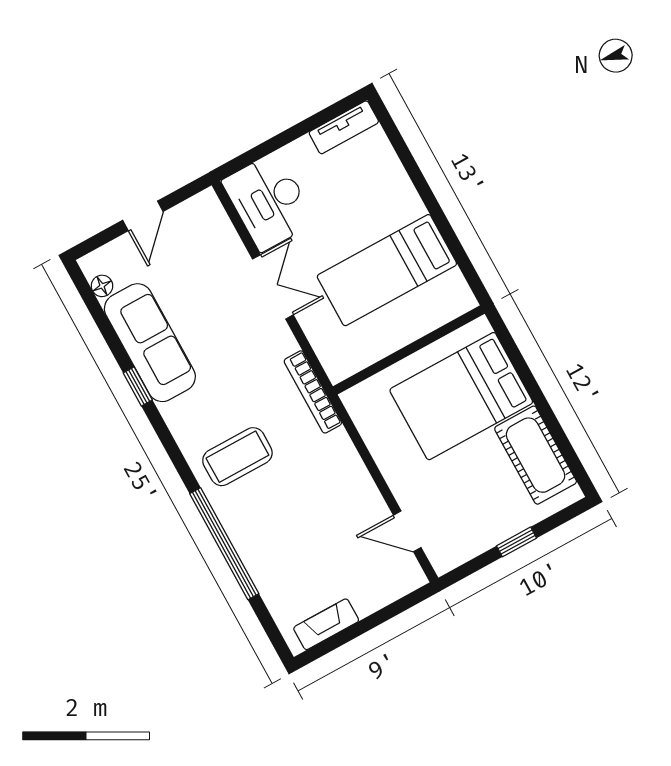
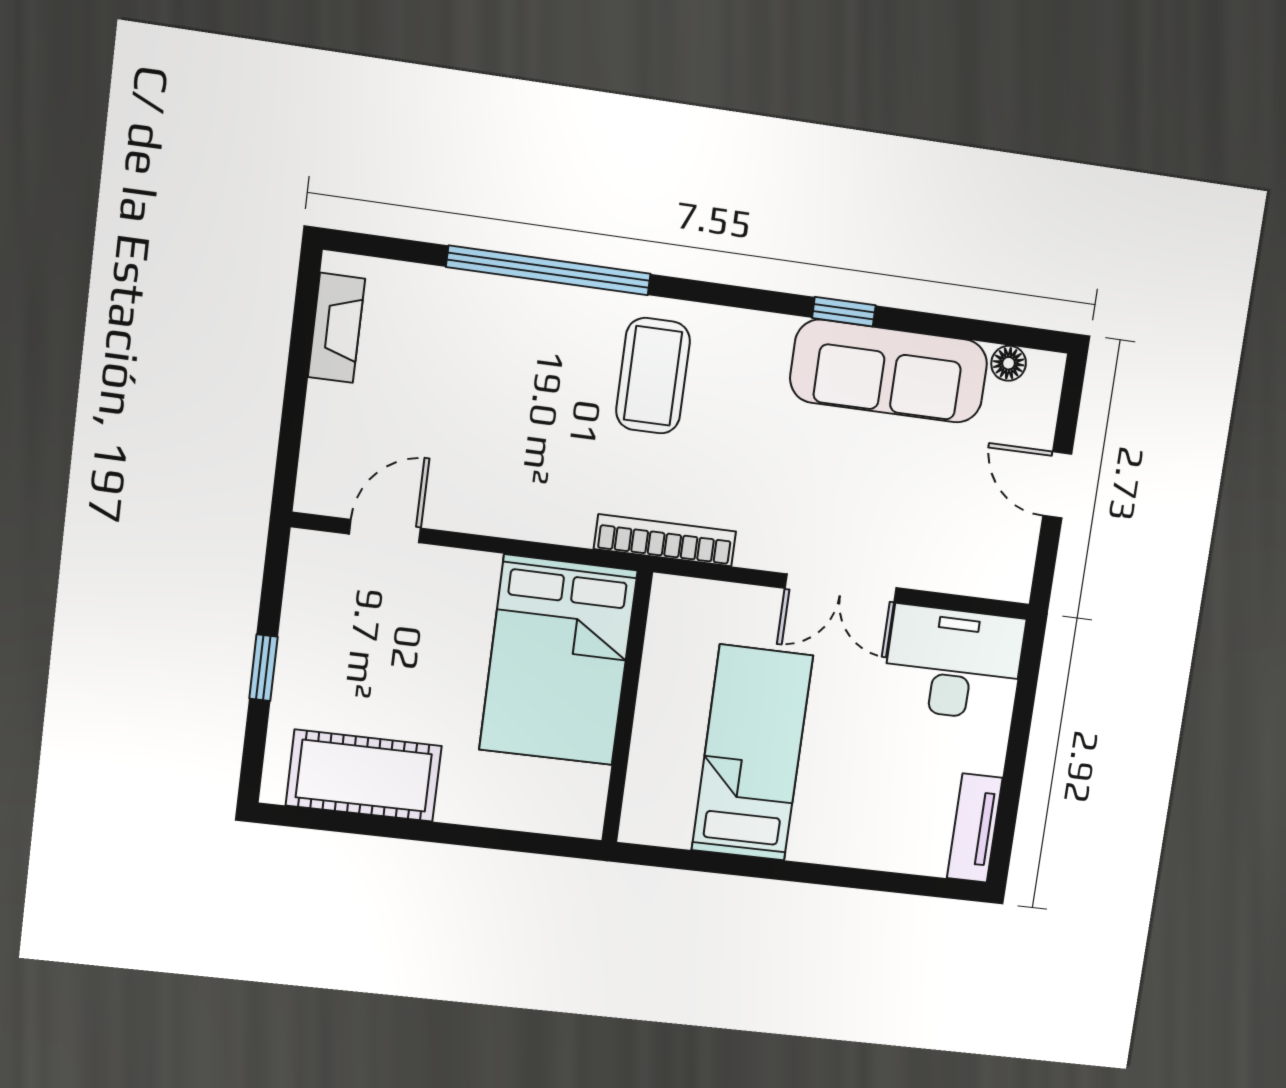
bed: (461, 396) -> (558, 660), moved, turned 180

